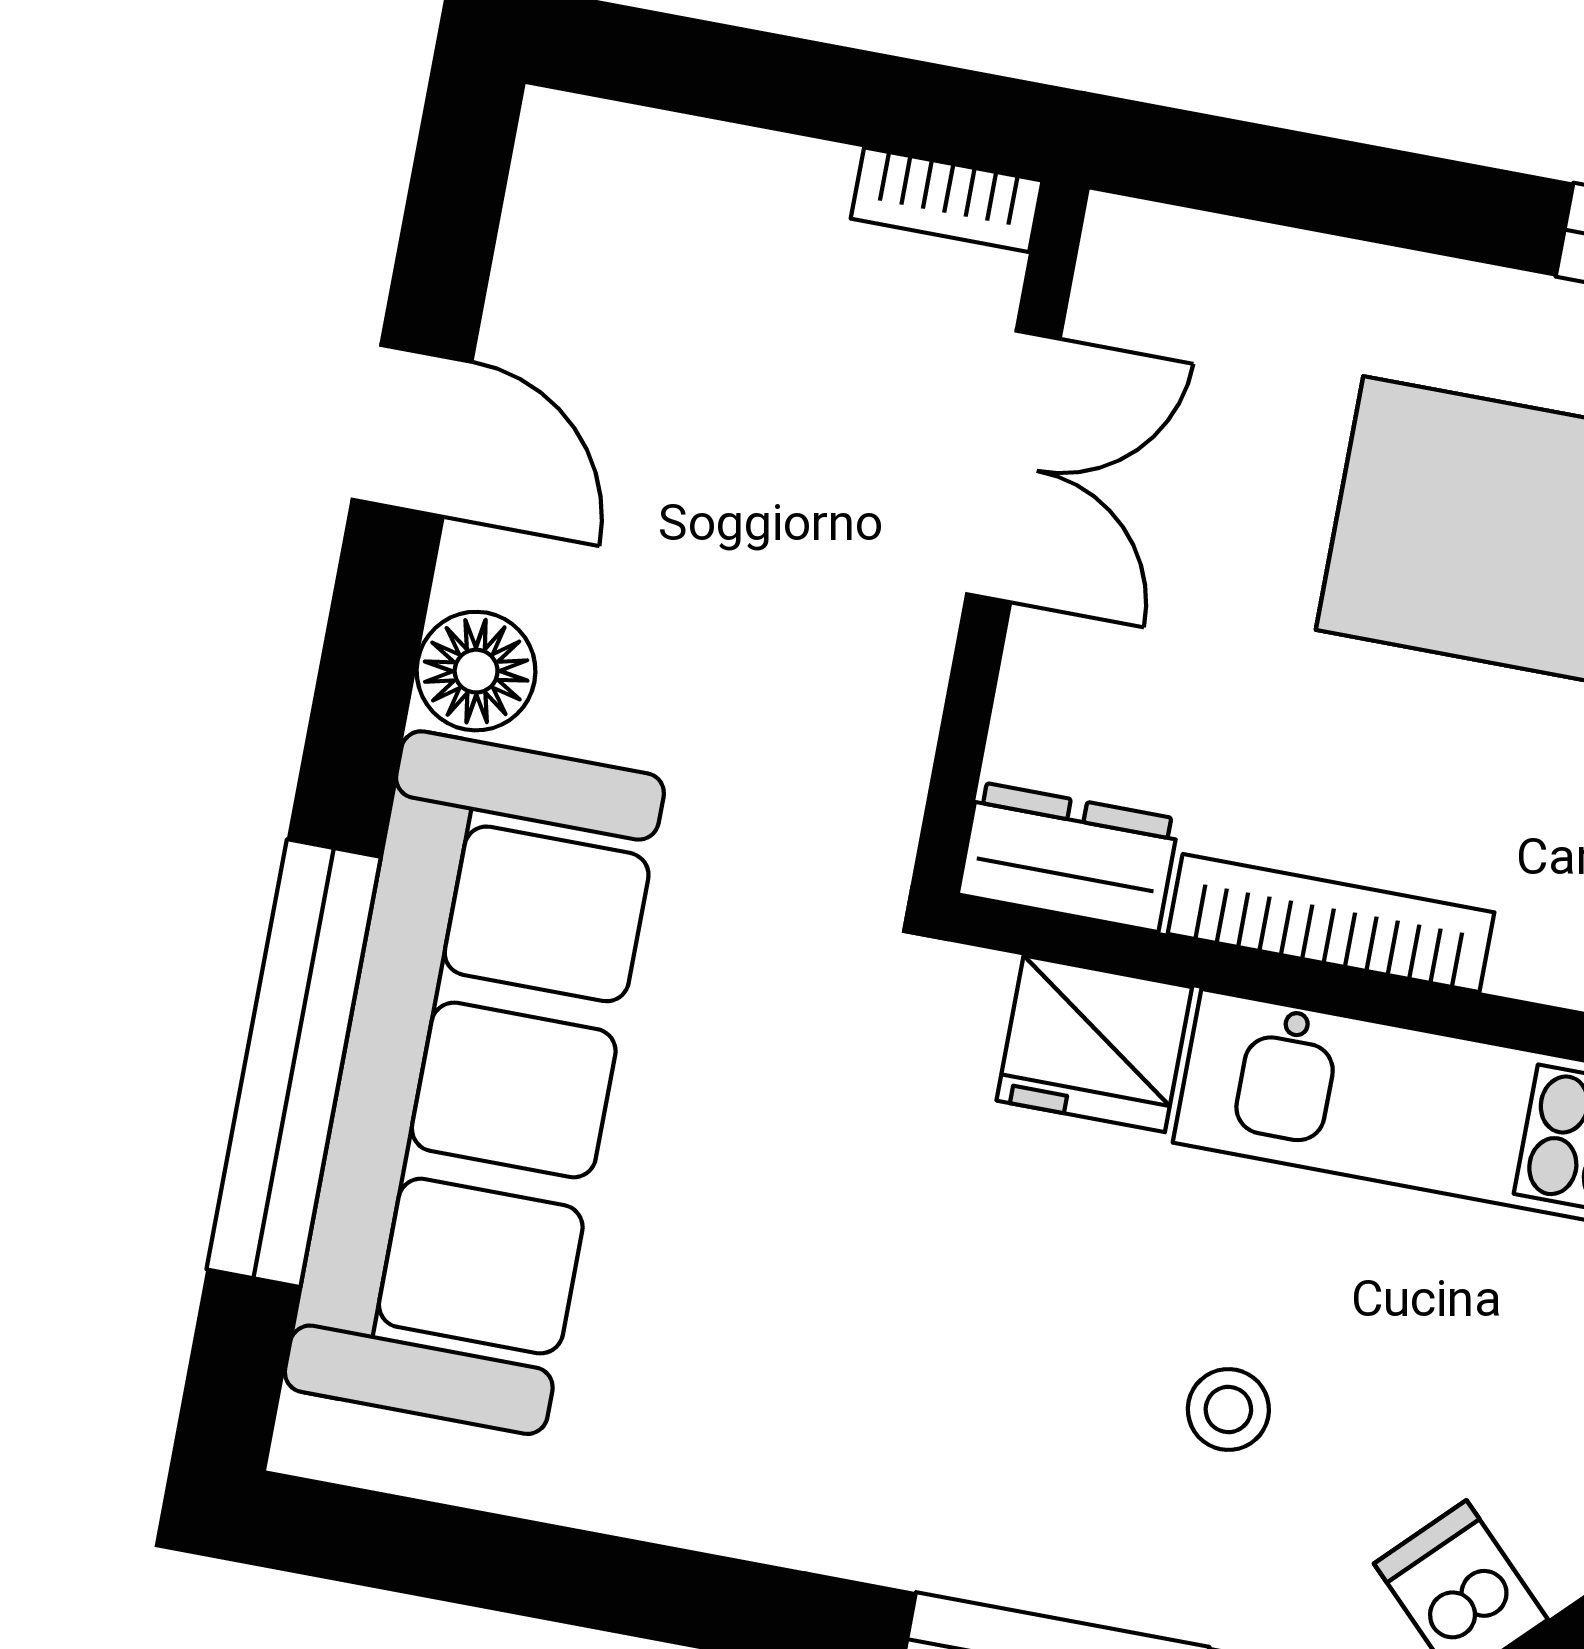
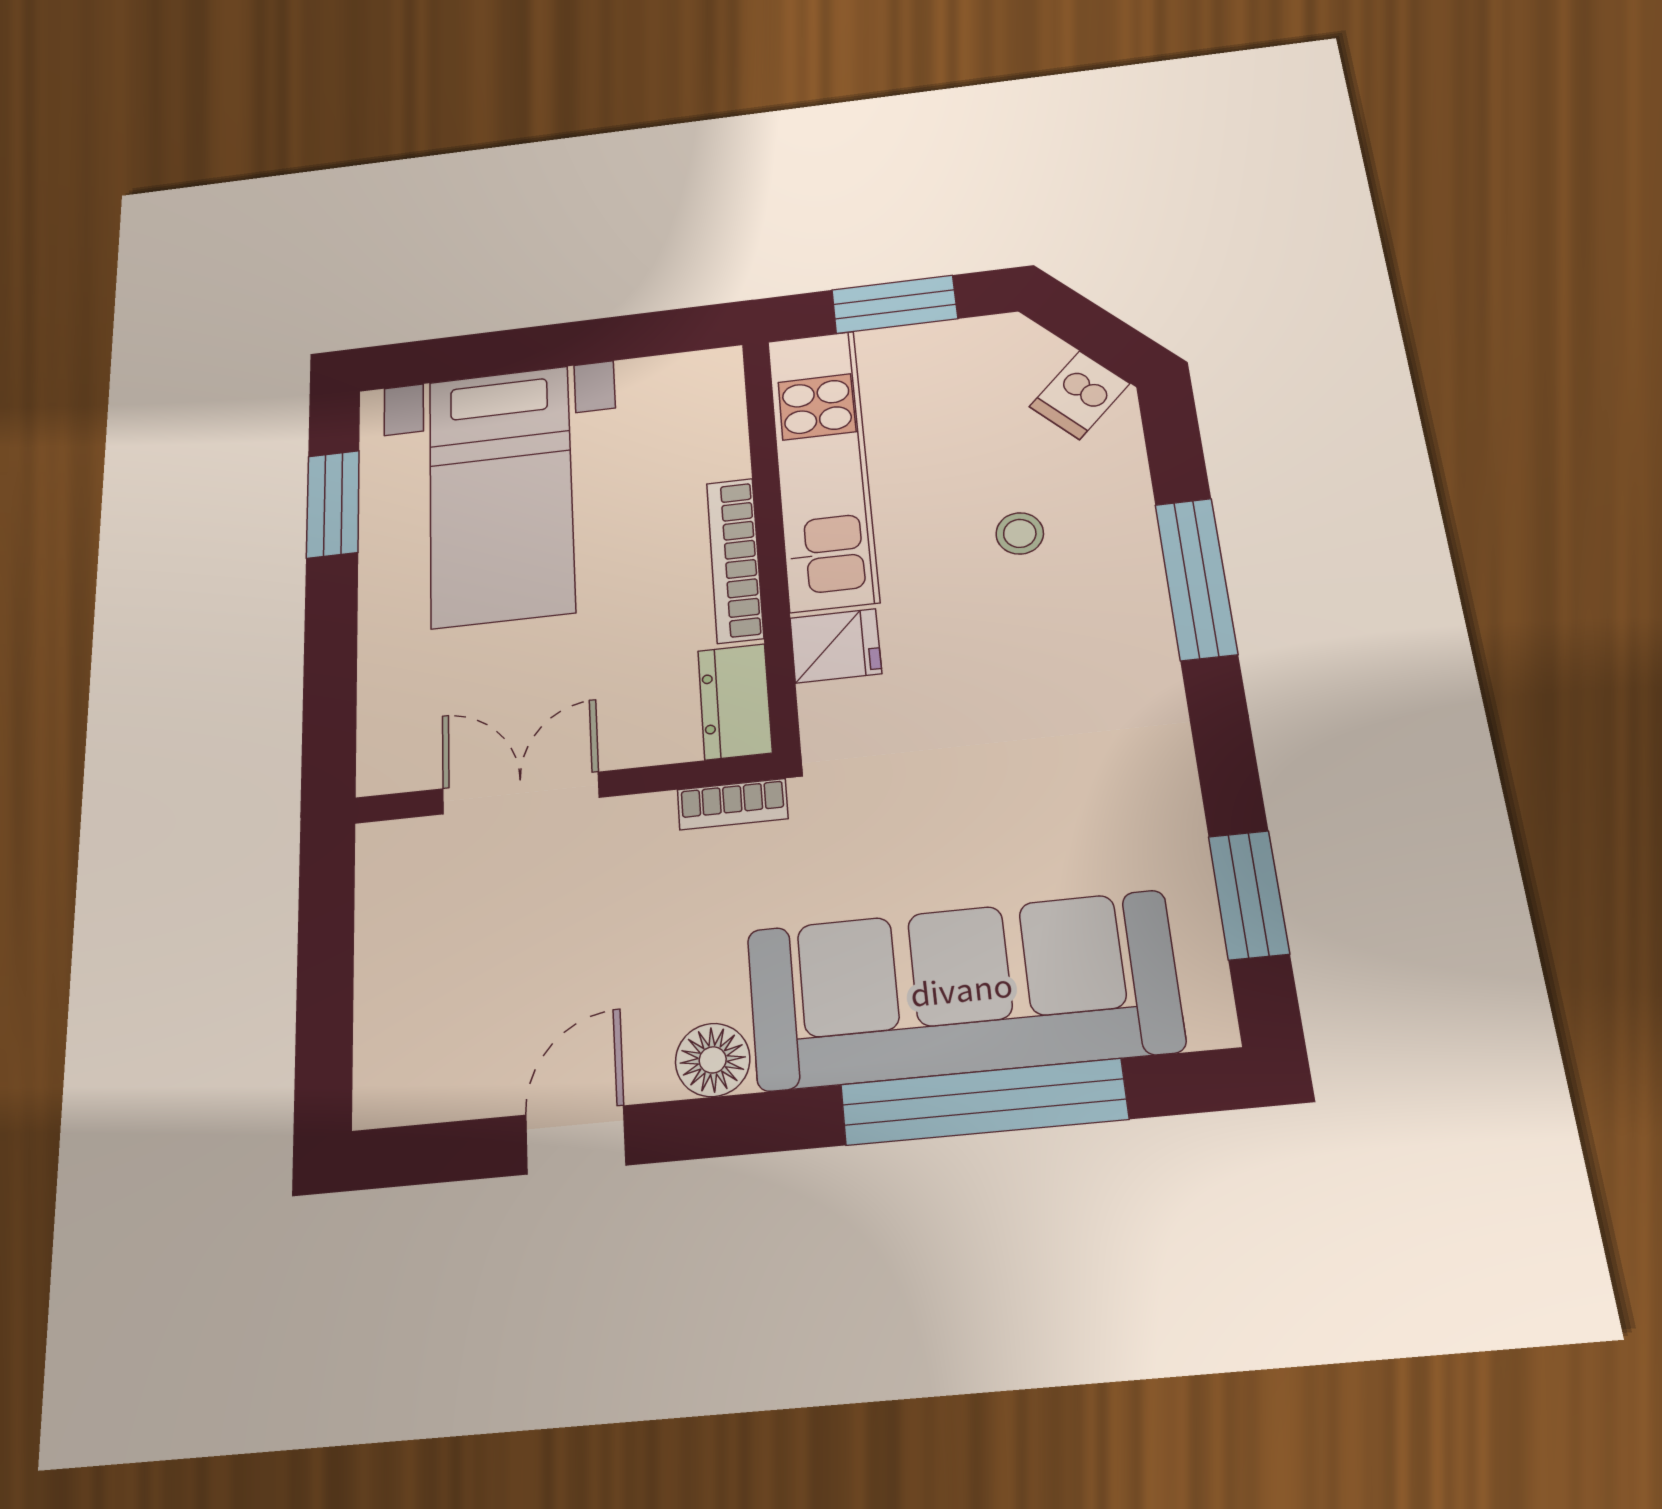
bookcase: (947, 200) -> (733, 804), moved, turned 90
fridge: (1094, 1044) -> (836, 646), width x0.72
window: (497, 1562) -> (1249, 895), added

